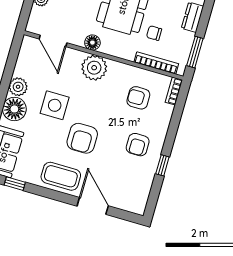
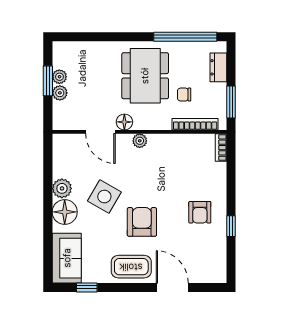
door: (53, 41) -> (100, 132), moved
plant: (94, 68) -> (140, 141), width x0.53, depth x0.53
armchair: (138, 98) -> (187, 165), removed
side table: (55, 105) -> (104, 197), turned 30
armchair: (82, 138) -> (142, 222), turned 180

